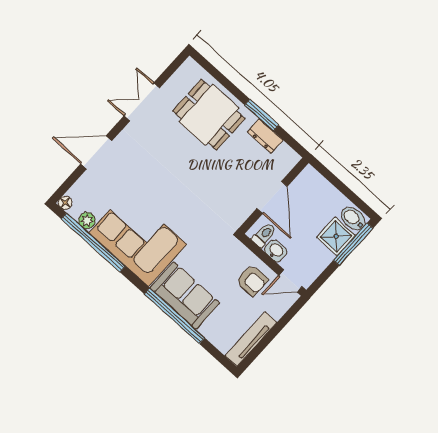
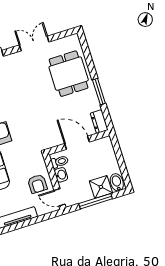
dresser: (265, 136) -> (99, 122), moved
door: (272, 197) -> (77, 143), swing flipped
window: (353, 244) -> (96, 201), moved

